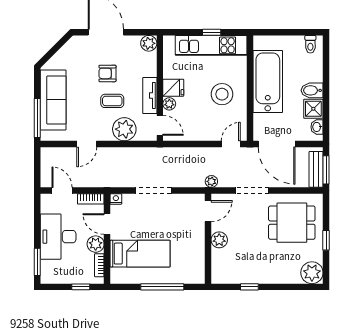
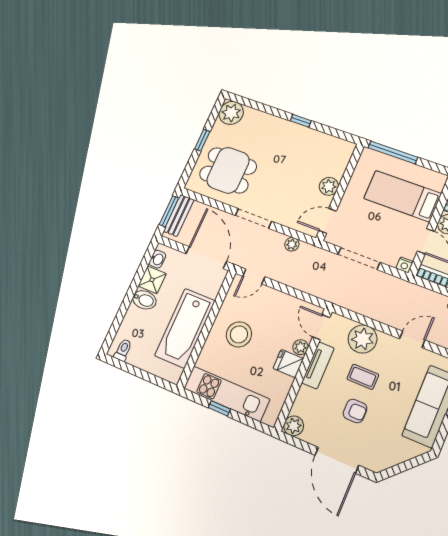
door: (208, 211) -> (328, 221), moved
wall: (208, 239) -> (340, 192), moved
plant: (219, 240) -> (329, 186), moved

